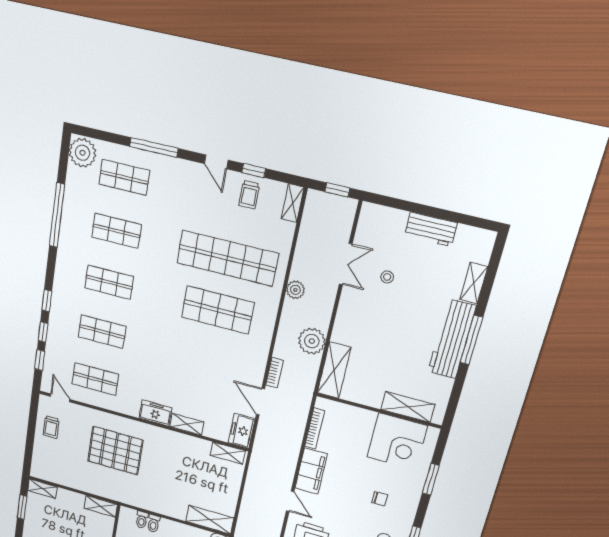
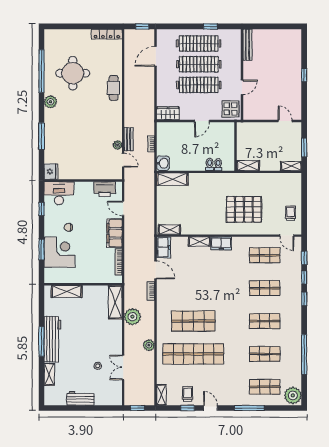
corner desk: (397, 441) -> (59, 252), moved, turned 90

